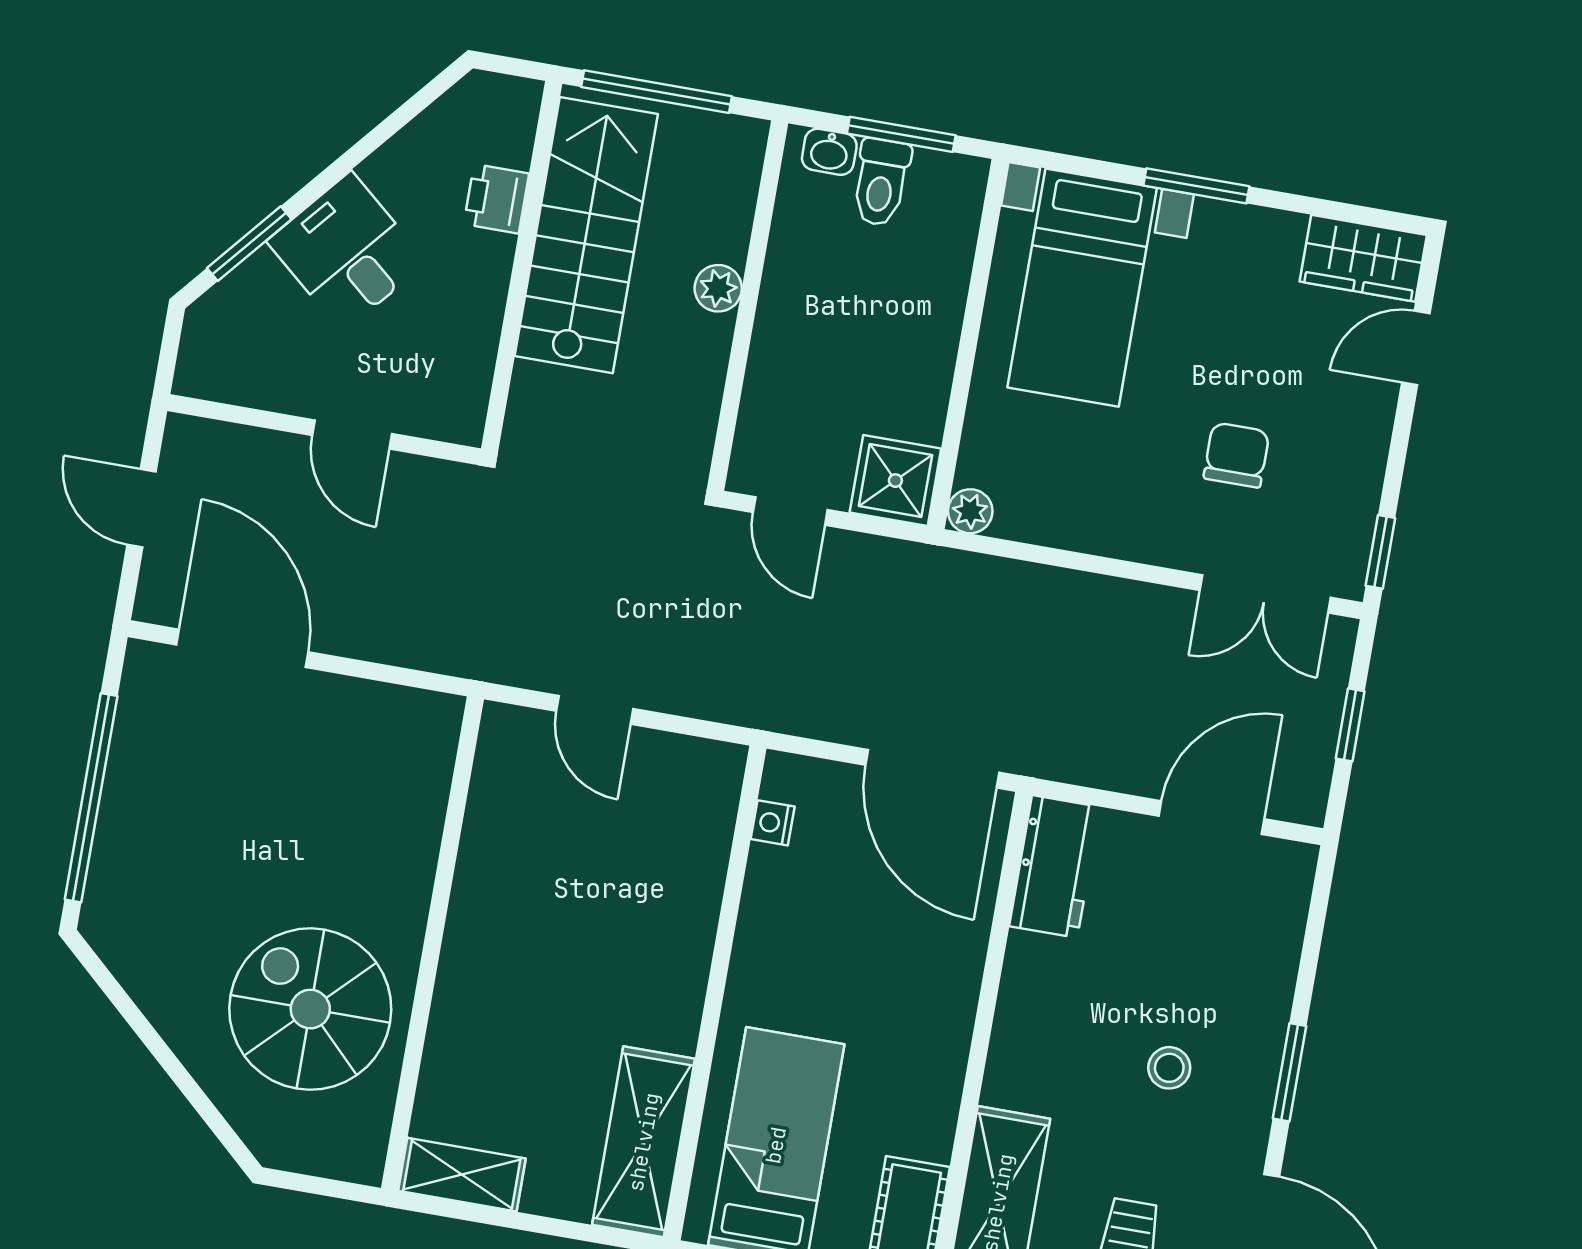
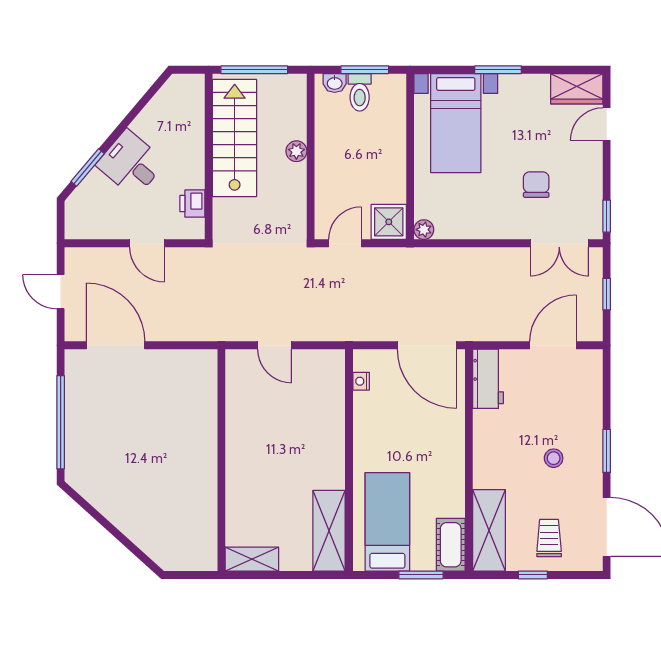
printer: (496, 199) -> (192, 204), moved
door: (790, 511) -> (345, 243), swing flipped
spiral stairs: (310, 1009) -> (173, 498), removed

